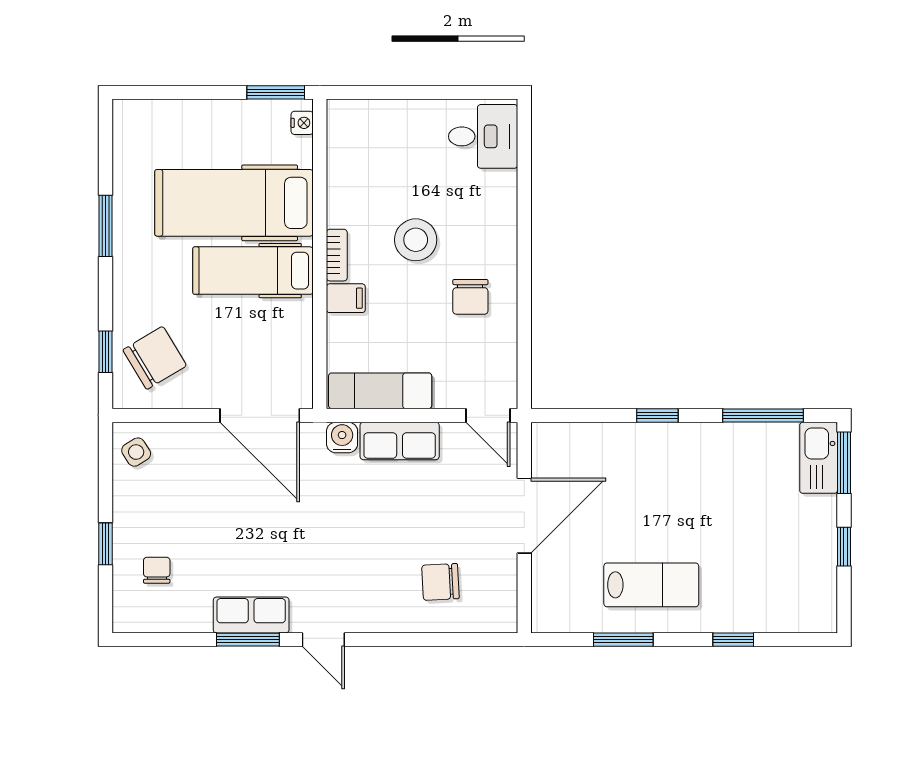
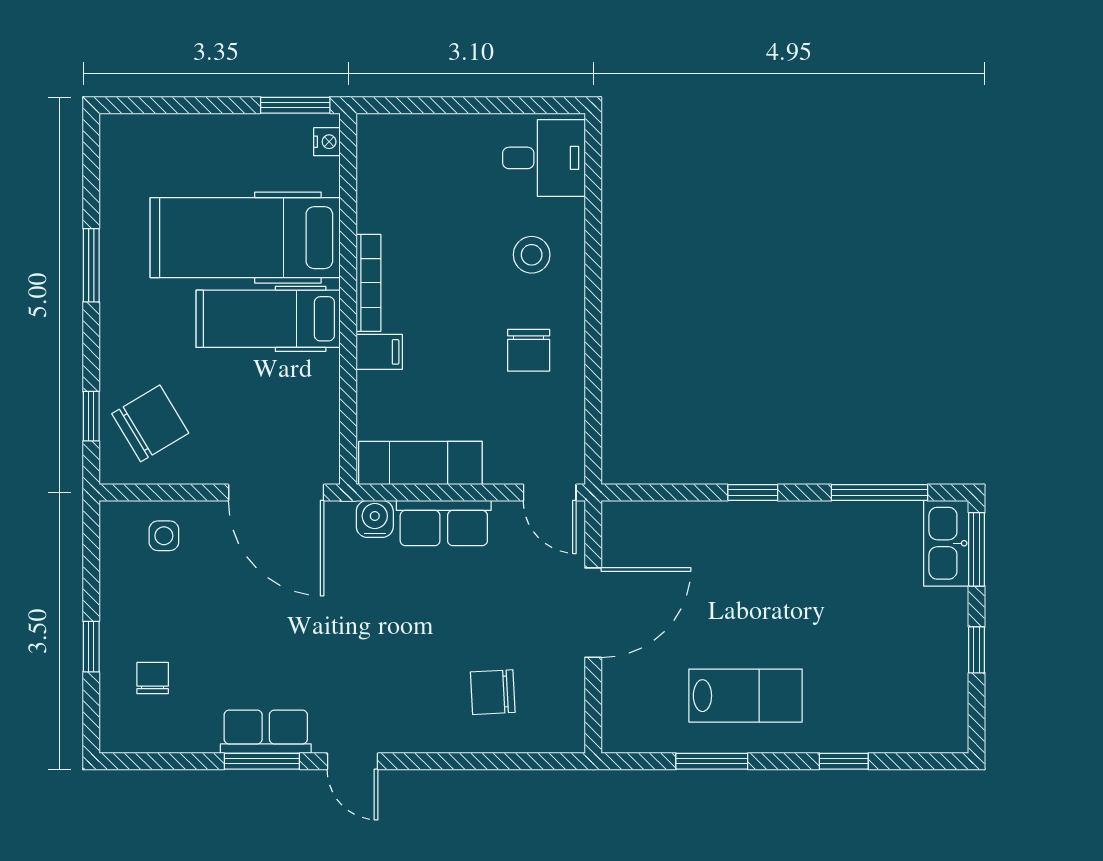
stool: (416, 240) -> (532, 255), moved, width x0.73, depth x0.73
bookcase: (337, 255) -> (368, 283), width x1.56
side table: (136, 452) -> (164, 536), moved, turned 32

